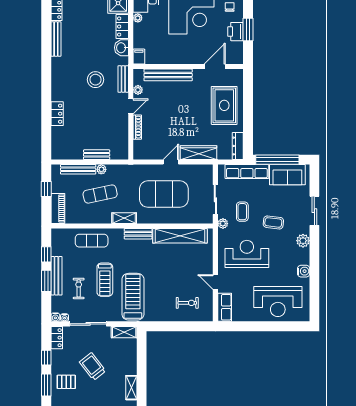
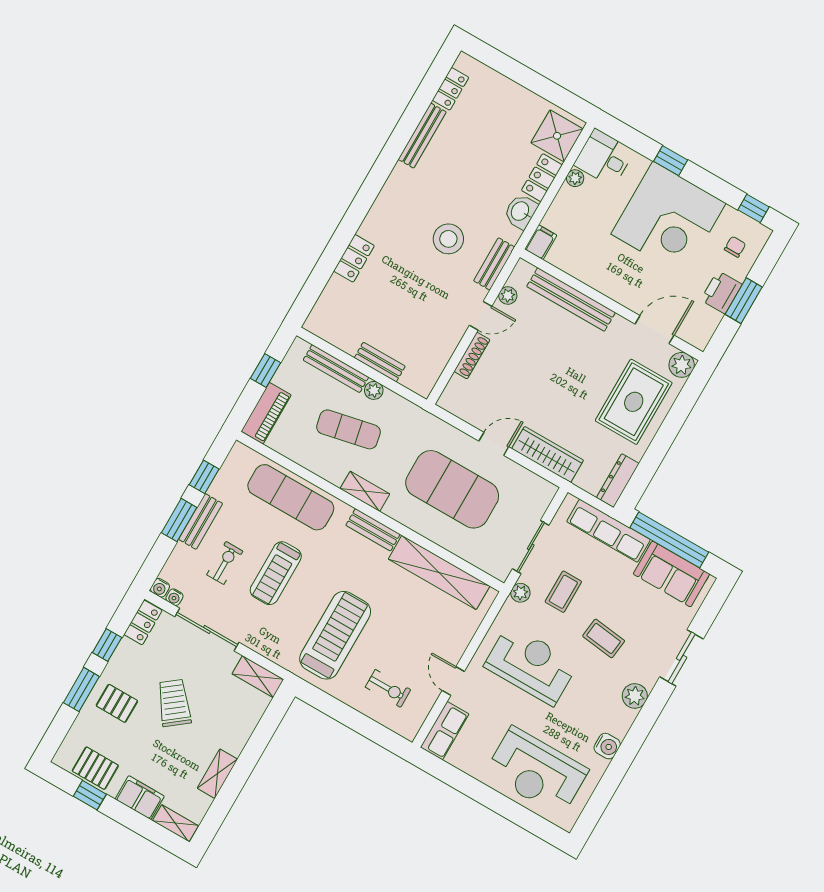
plant: (236, 76) -> (682, 365), added
exercise mat: (92, 241) -> (291, 497), width x1.36, depth x1.45
bench: (56, 276) -> (201, 521), width x0.73
treadmill: (133, 297) -> (335, 635), moved

